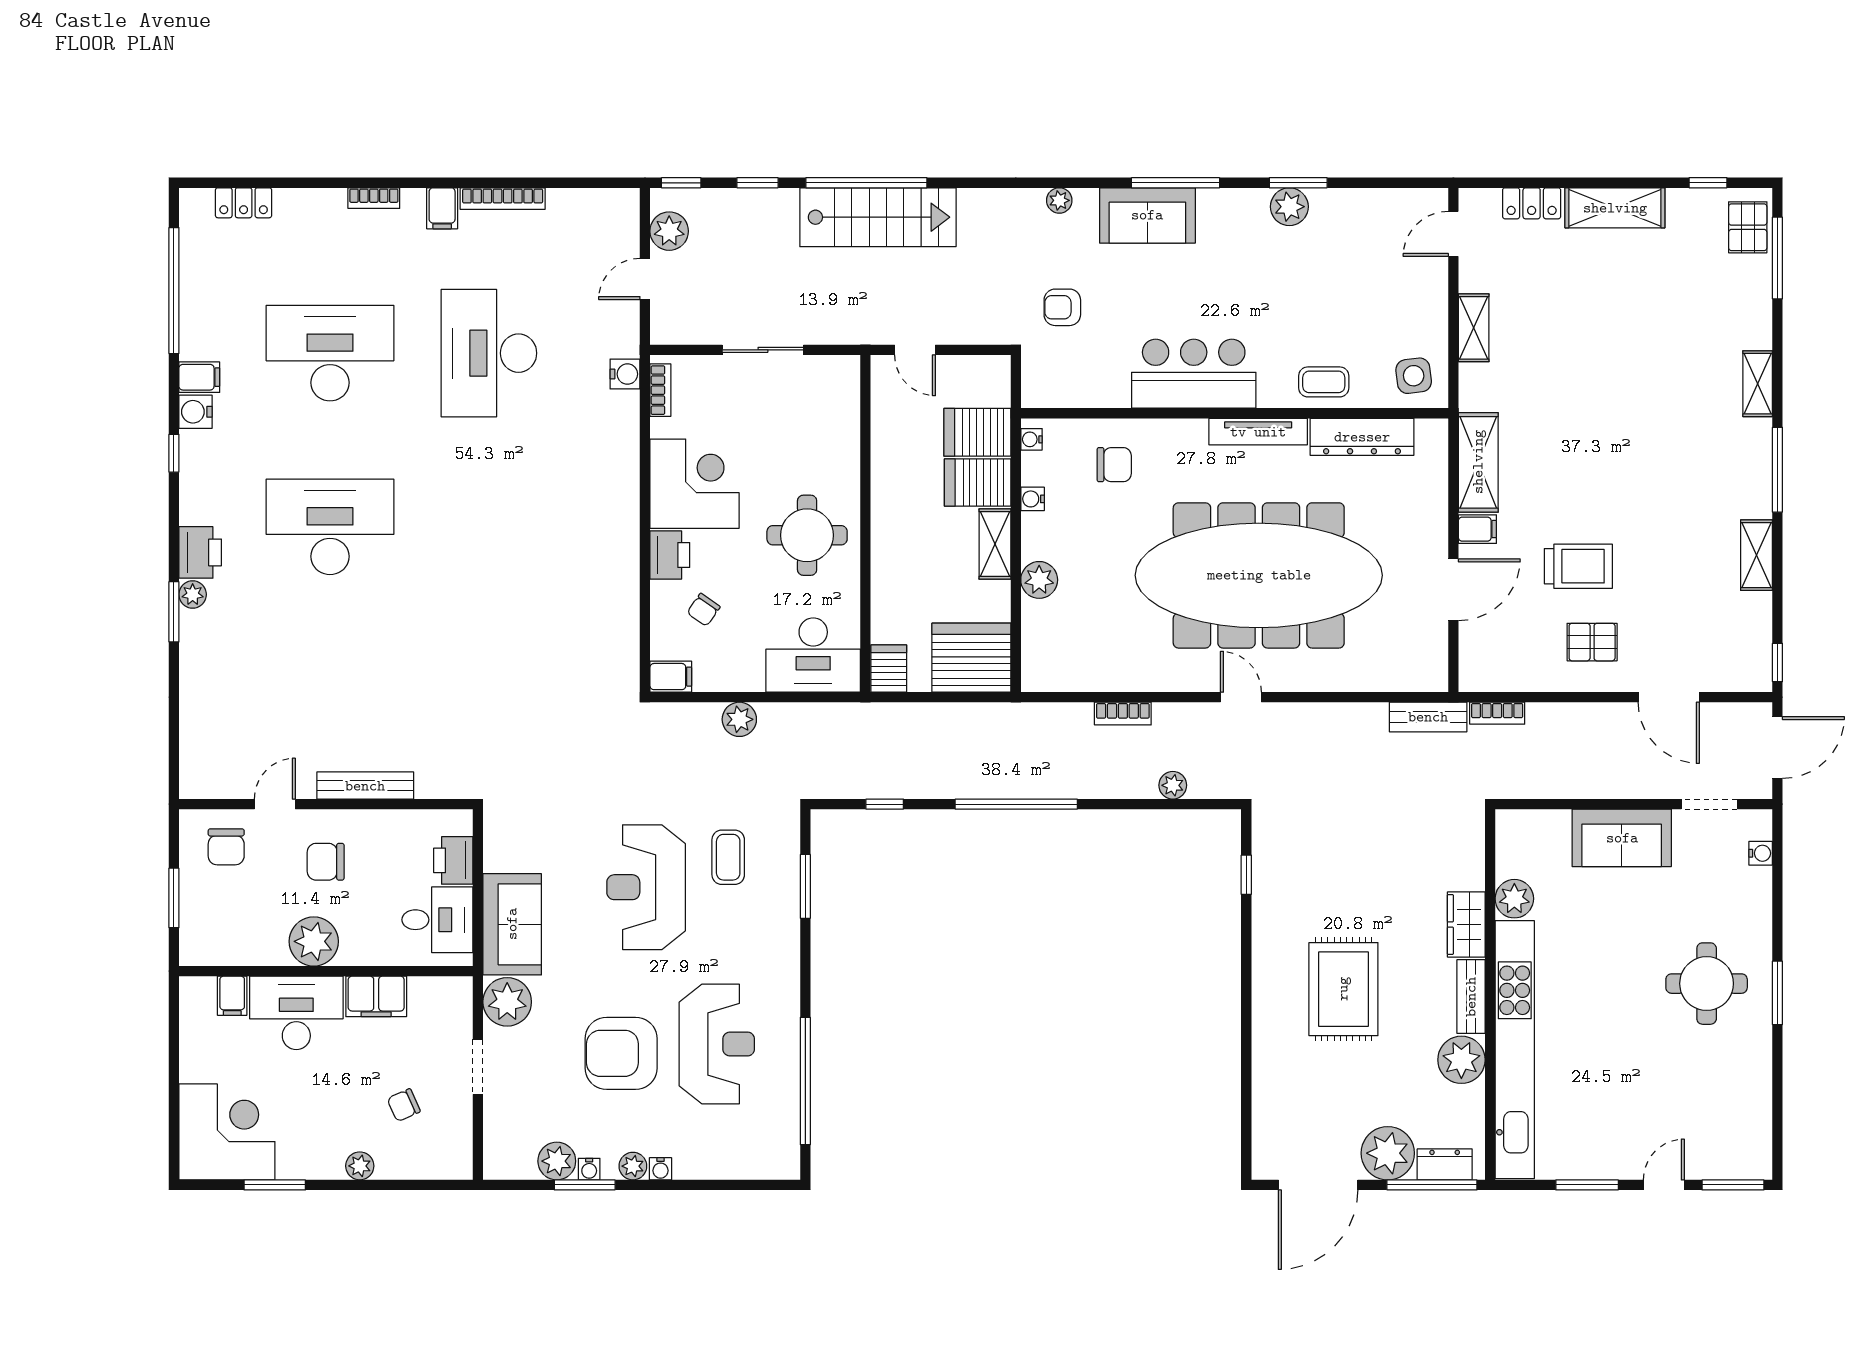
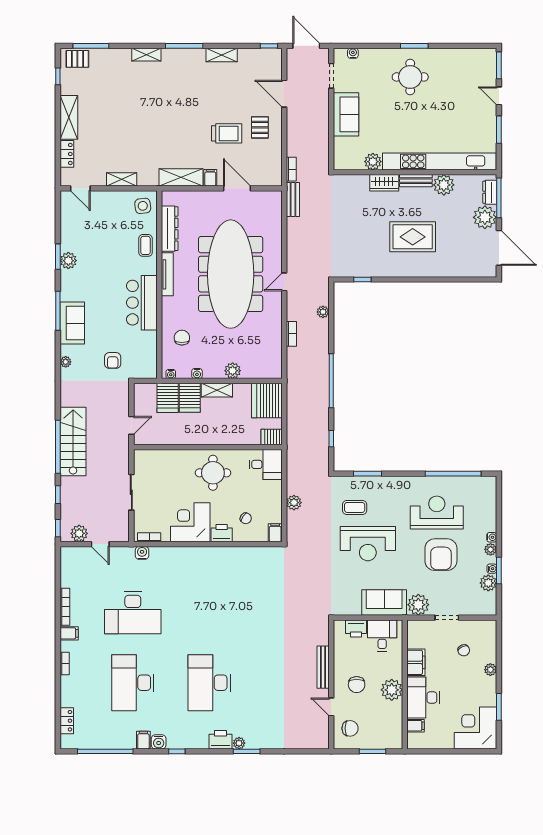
trolley: (1578, 566) -> (227, 133), turned 90
desk: (813, 655) -> (266, 464), width x0.73
door: (1669, 697) -> (284, 94), swing flipped

